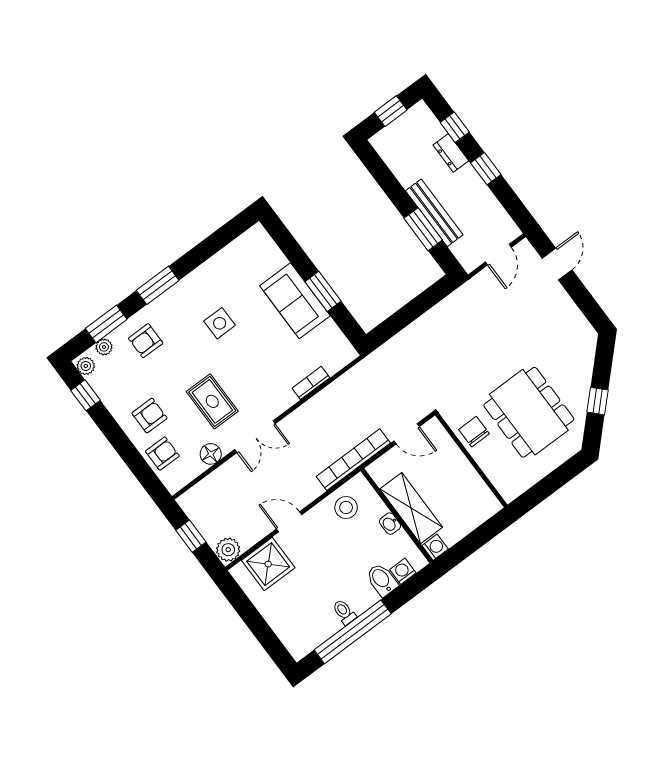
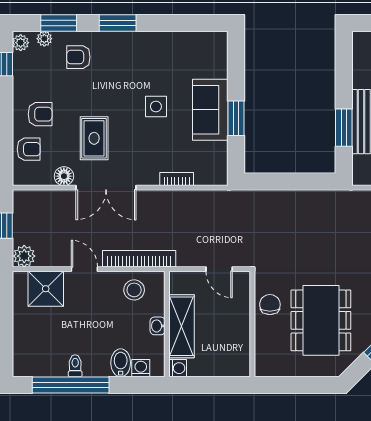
side table: (220, 323) -> (156, 106), moved
double door: (255, 437) -> (106, 188), width x1.37
bookcase: (353, 460) -> (139, 259), moved

